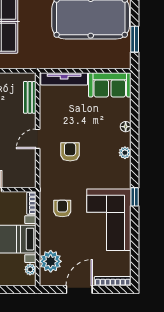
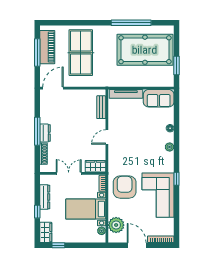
armchair: (70, 152) -> (130, 146), removed
wardrobe: (22, 180) -> (95, 166), added
armchair: (62, 208) -> (125, 187), width x1.88, depth x1.88
door: (79, 289) -> (137, 245), hinge flipped

